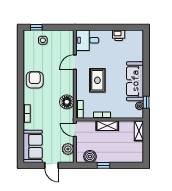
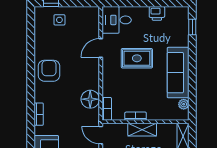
rug: (97, 80) -> (137, 58), moved, turned 90
window: (146, 102) -> (192, 27), moved

